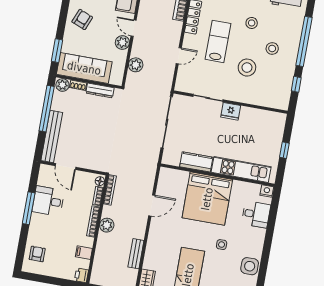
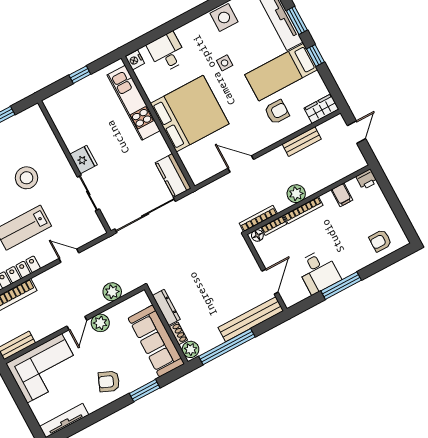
window: (57, 51) -> (145, 391), moved
kitchen counter: (196, 162) -> (173, 175), moved
armchair: (166, 253) -> (277, 112), added

